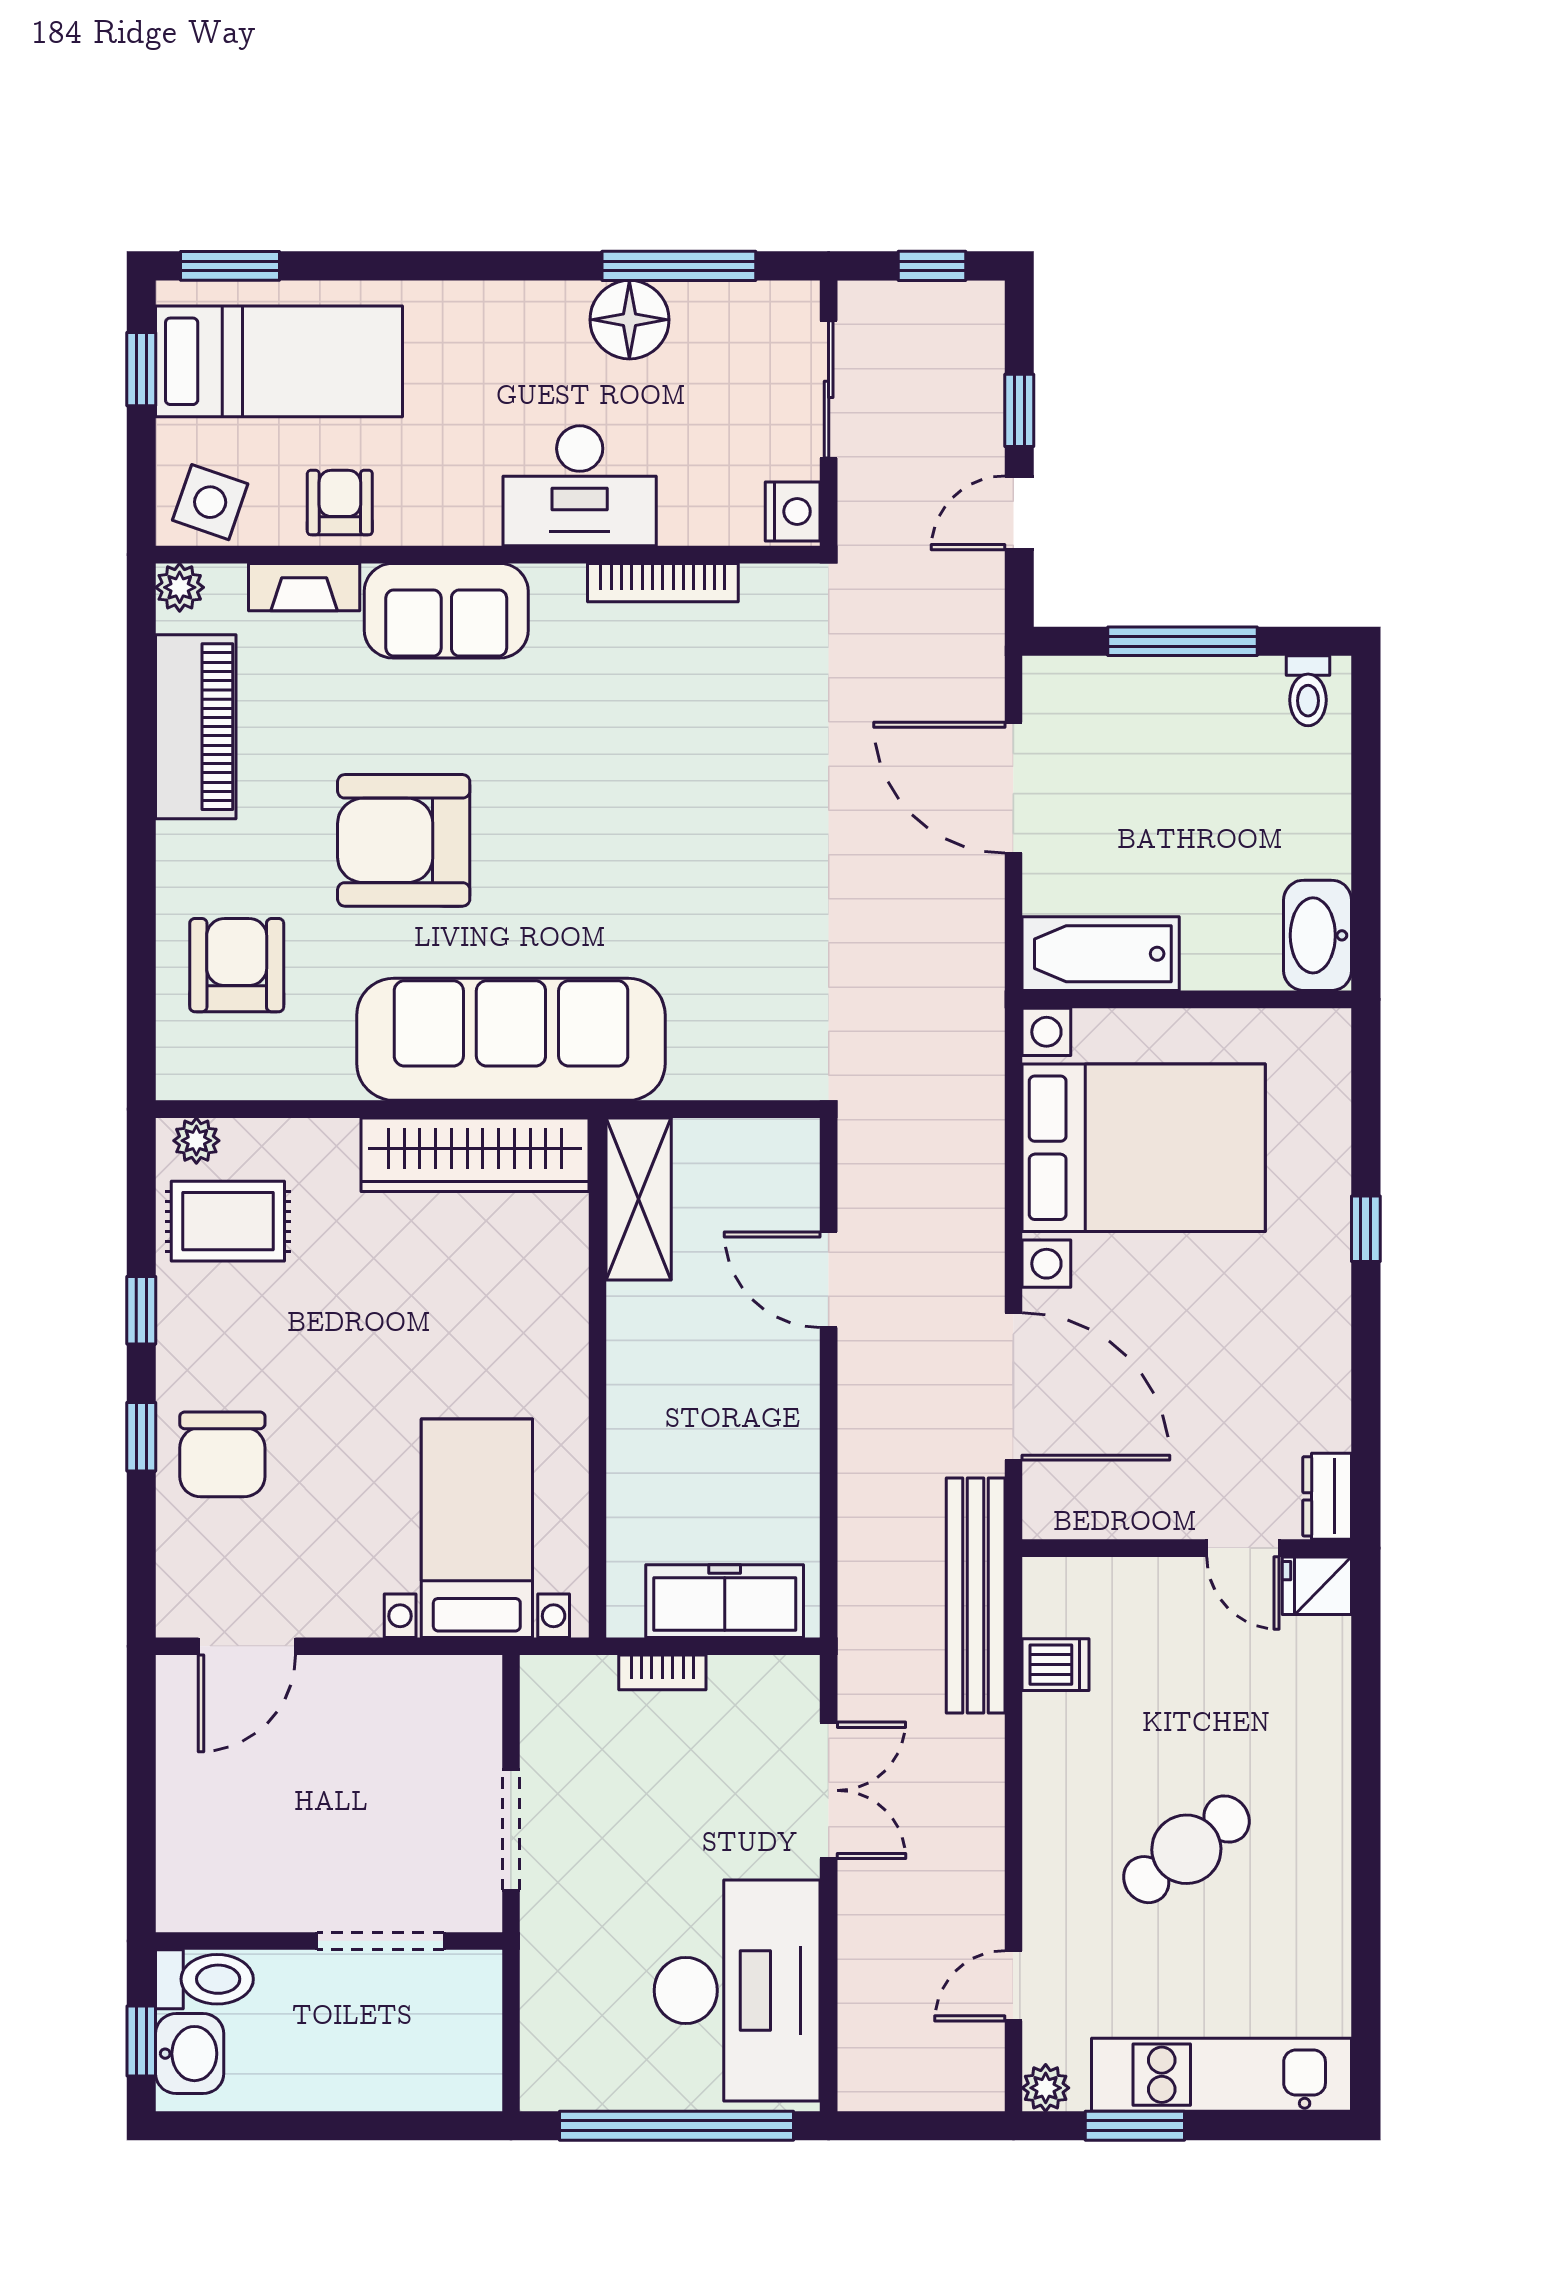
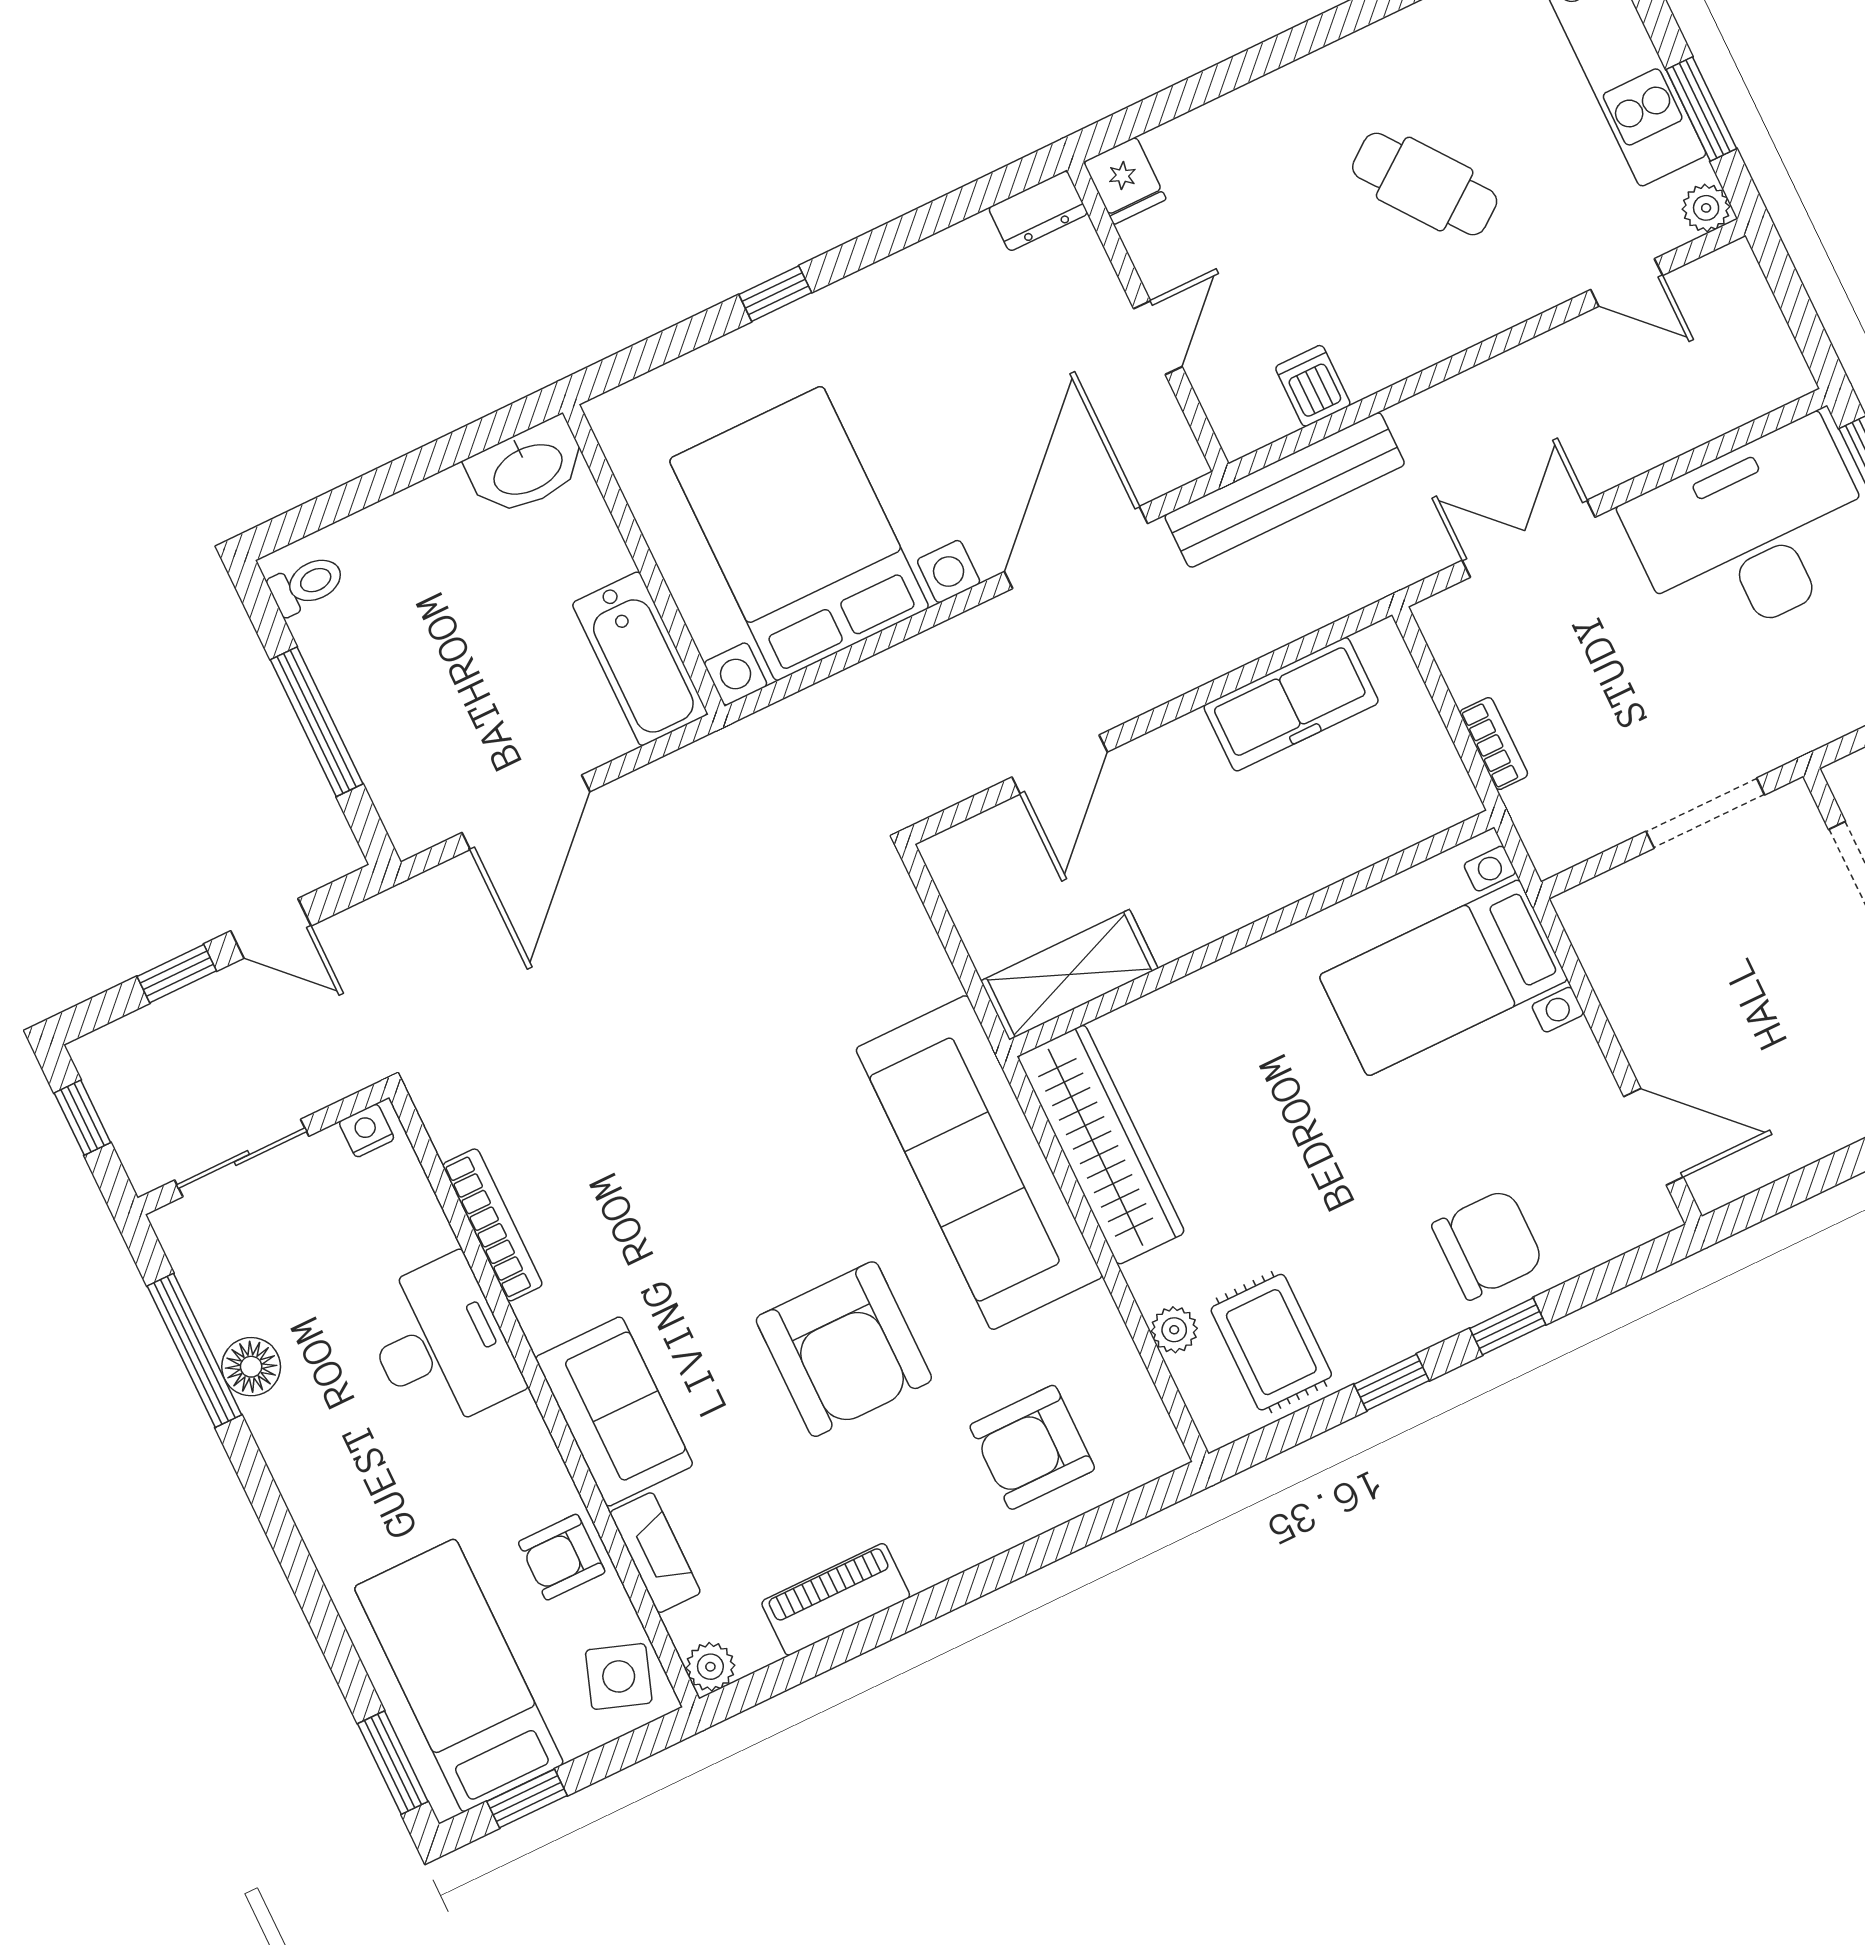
floor lamp: (629, 320) -> (251, 1367), width x0.73, depth x0.73
nightstand: (793, 511) -> (367, 1131), width x0.72, depth x0.74
piano: (196, 727) -> (836, 1599), width x0.73, depth x0.75
plant: (196, 1141) -> (1174, 1330), moved
door: (1243, 1548) -> (1158, 338), moved
freezer: (725, 1601) -> (1291, 704), moved, turned -90

